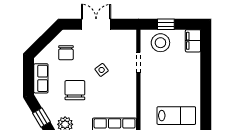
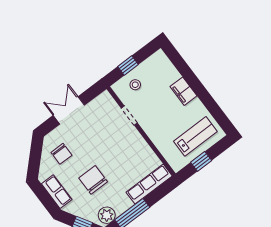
filing cabinet: (193, 41) -> (184, 91), moved
stool: (160, 43) -> (135, 85), width x0.53, depth x0.53
side table: (102, 70) -> (103, 146), removed

